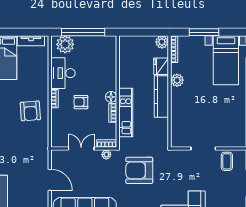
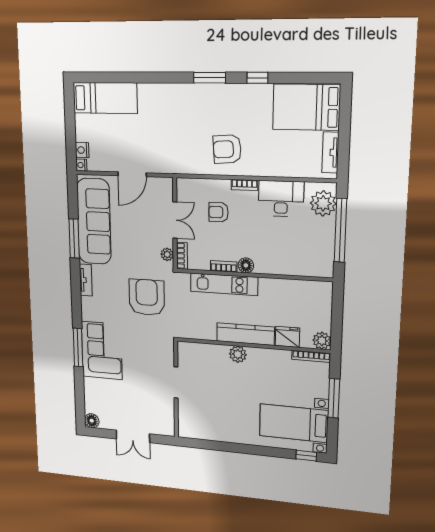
plant: (177, 80) -> (238, 354), moved
armchair: (81, 102) -> (219, 212), moved, turned -90
coffee table: (227, 161) -> (160, 411), removed

